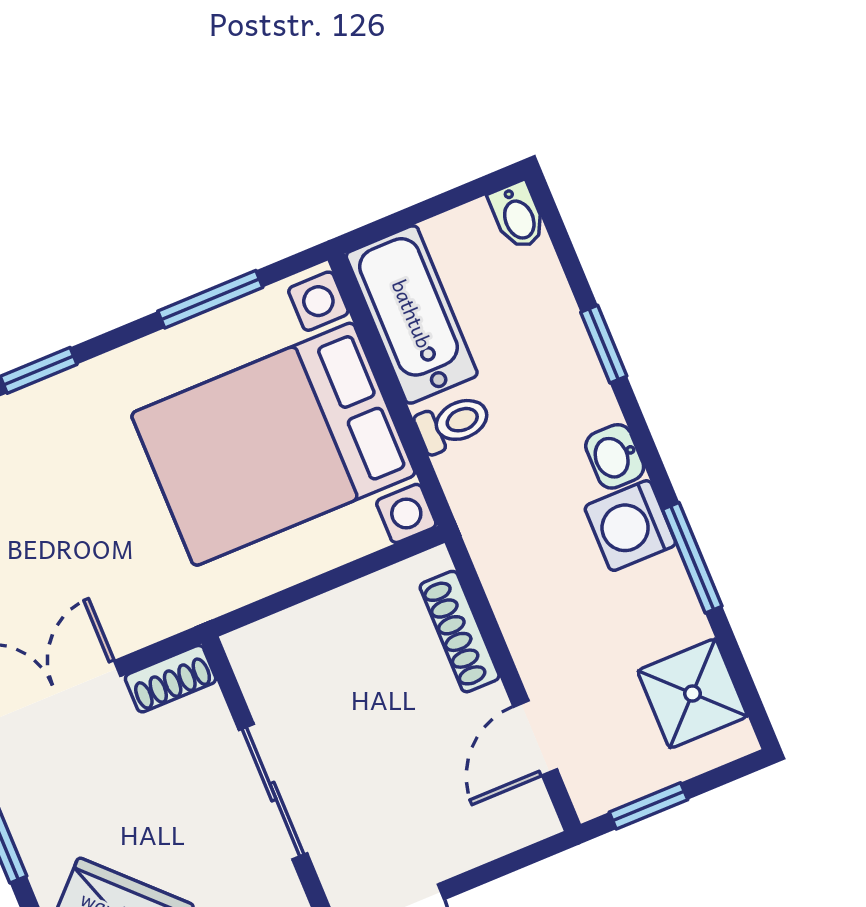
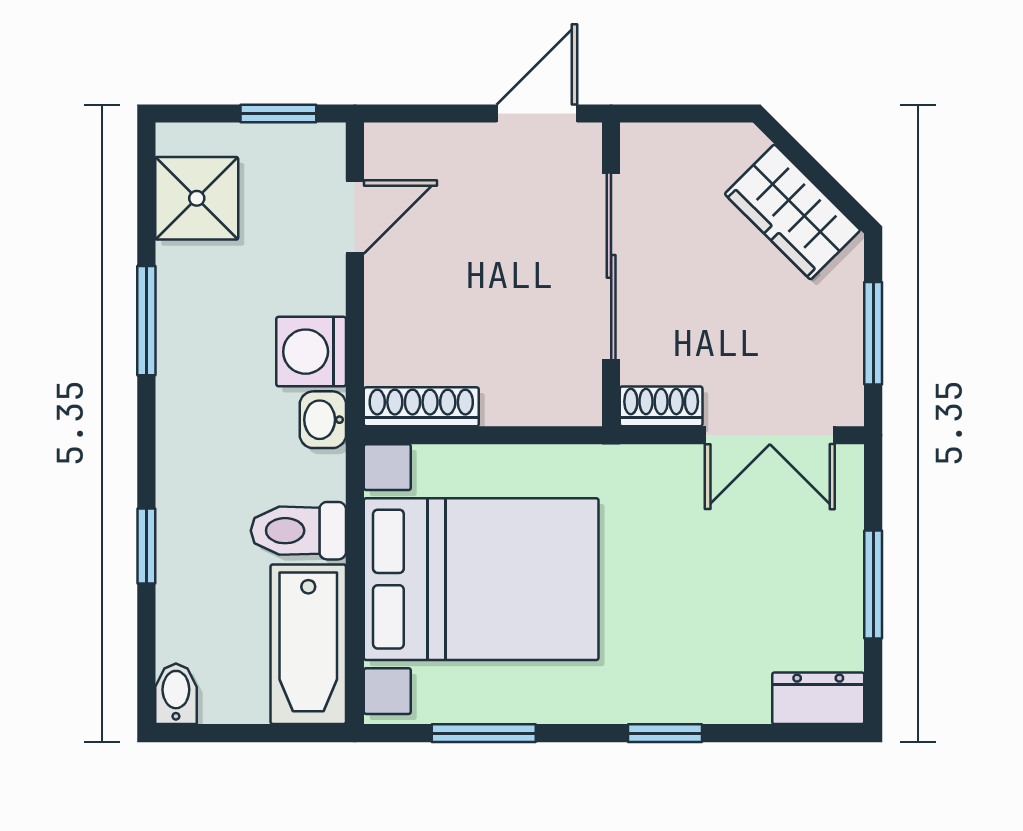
toilet: (453, 423) -> (298, 531), width x1.37, depth x1.39
washbasin: (615, 456) -> (323, 420), moved, turned 180
washing machine: (630, 526) -> (311, 352), moved, turned 180
shoe rack: (460, 632) -> (421, 407), moved, turned -90
sliding door: (273, 792) -> (611, 266), width x1.37

